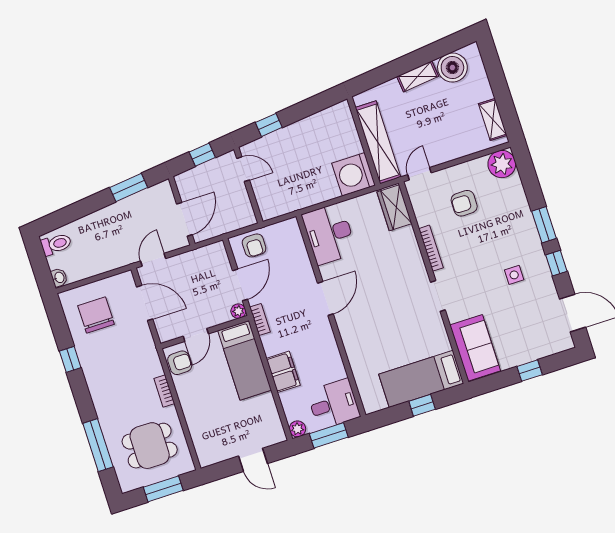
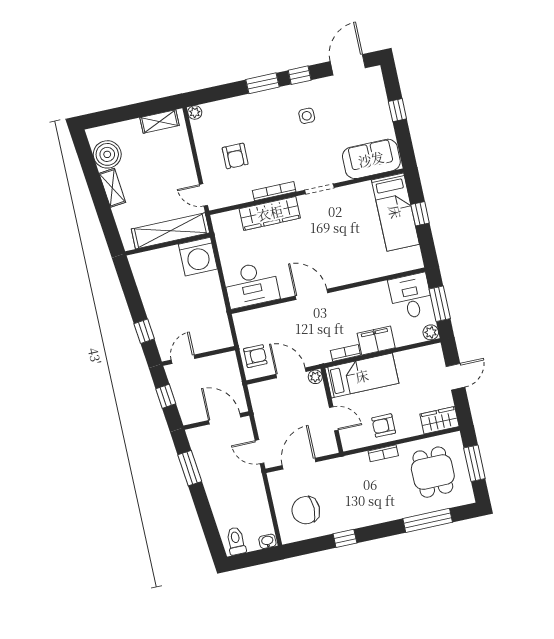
plant: (502, 164) -> (195, 112), width x0.53, depth x0.53
wardrobe: (394, 208) -> (270, 213), moved, width x1.50
bookcase: (260, 320) -> (345, 353), moved
armchair: (180, 363) -> (384, 425), moved, turned -90
wardrobe: (205, 447) -> (439, 420), added

